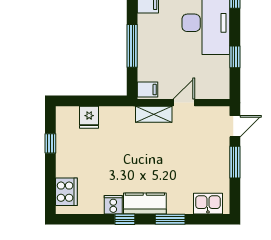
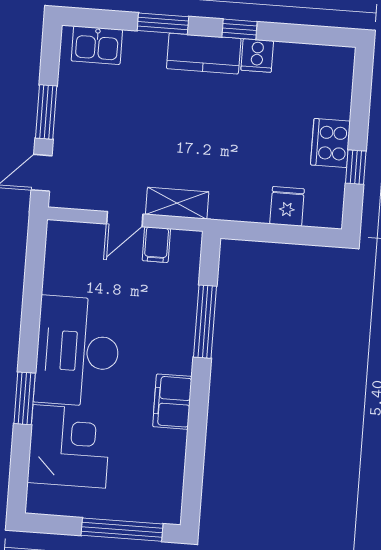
window: (235, 57) -> (33, 290), removed
filing cabinet: (148, 90) -> (156, 245), moved, turned -90
cooker: (66, 192) -> (330, 143), moved

